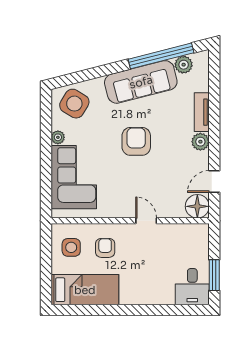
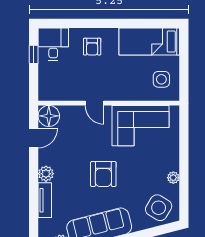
corner sofa: (74, 177) -> (141, 126), moved, turned -90
armchair: (105, 248) -> (92, 47), moved
window: (214, 275) -> (34, 54), width x0.67

